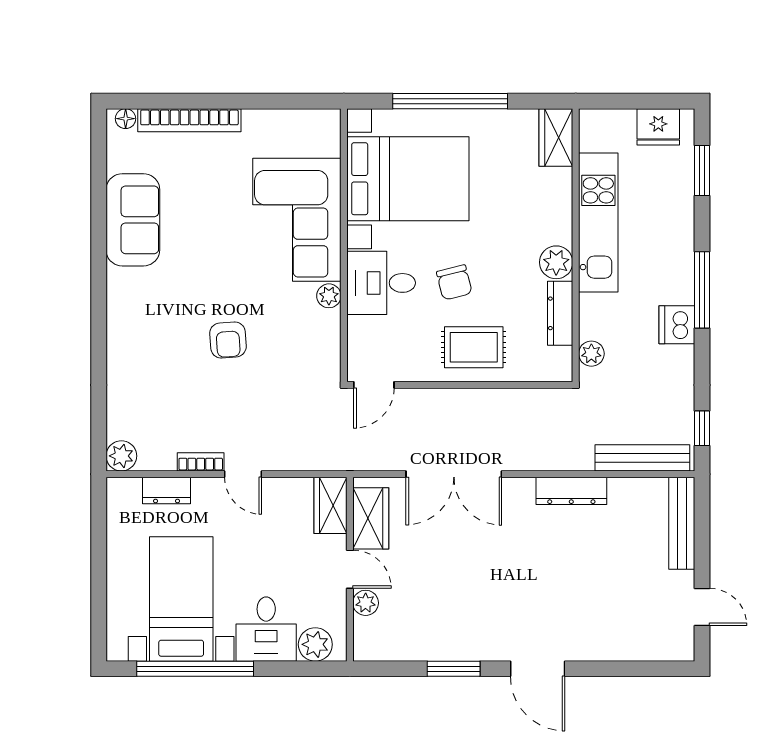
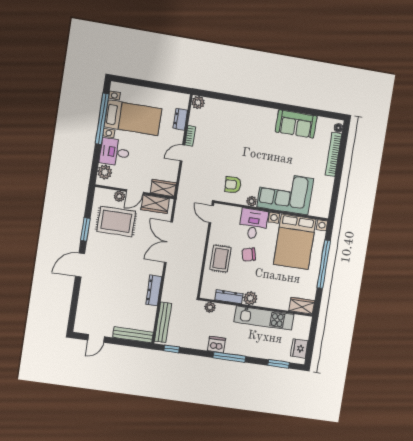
armchair: (228, 340) -> (233, 185), moved
rug: (424, 602) -> (116, 221), added

